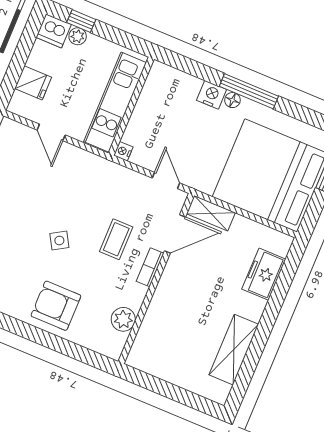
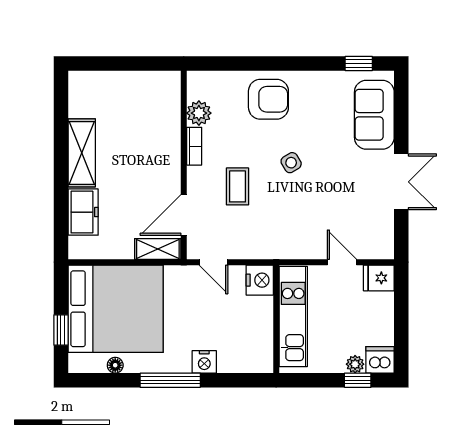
fridge: (33, 83) -> (379, 278), moved
floor lamp: (232, 100) -> (115, 365), moved
nightstand: (123, 151) -> (260, 280), width x1.89, depth x1.79
bookcase: (150, 267) -> (194, 146), moved
shelving: (234, 350) -> (82, 153), moved

